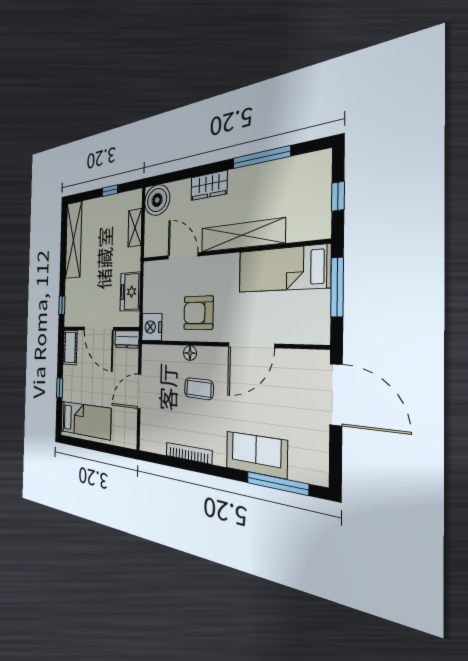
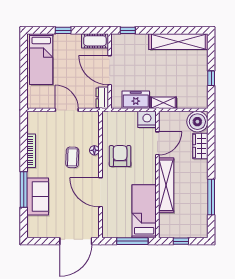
wardrobe: (209, 186) -> (200, 146), moved
shelving: (135, 228) -> (163, 103), moved
nightstand: (152, 327) -> (147, 119), moved
door: (98, 329) -> (110, 70), hinge flipped
window: (277, 483) -> (24, 190), moved

